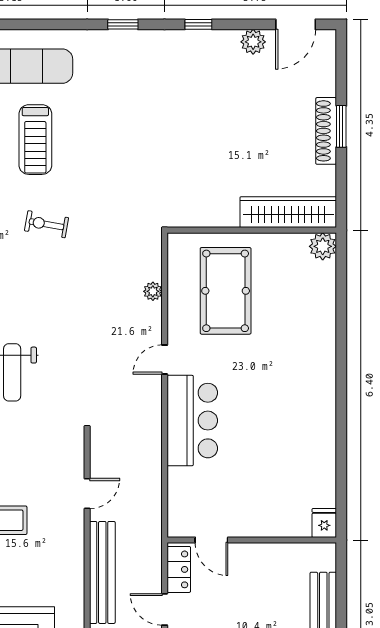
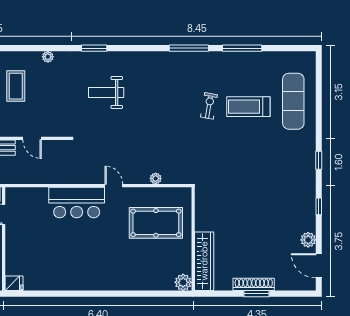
exercise bike: (46, 224) -> (209, 106), moved

